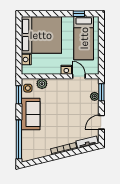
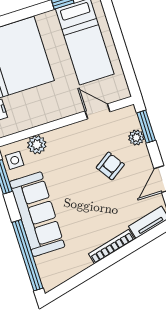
nightstand: (66, 70) -> (72, 107), removed
armchair: (76, 107) -> (110, 166), added
sofa: (31, 114) -> (37, 214), width x1.36

